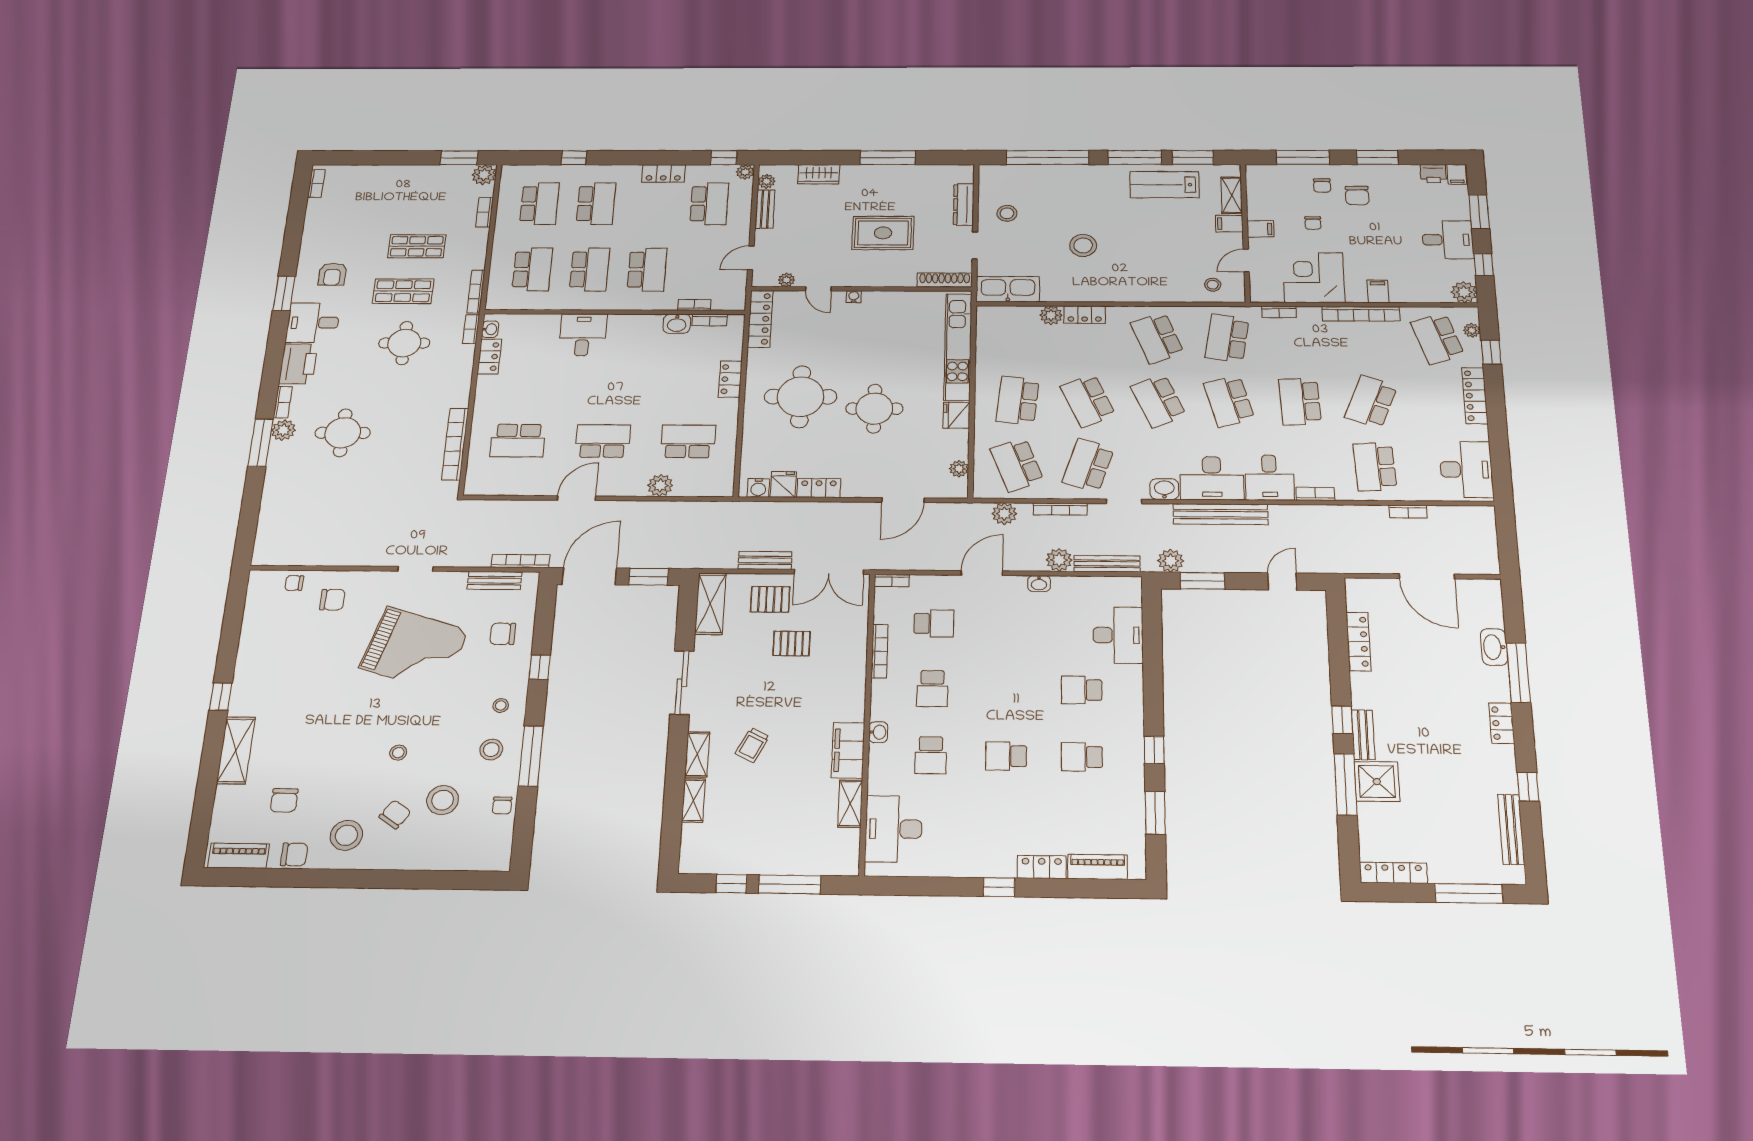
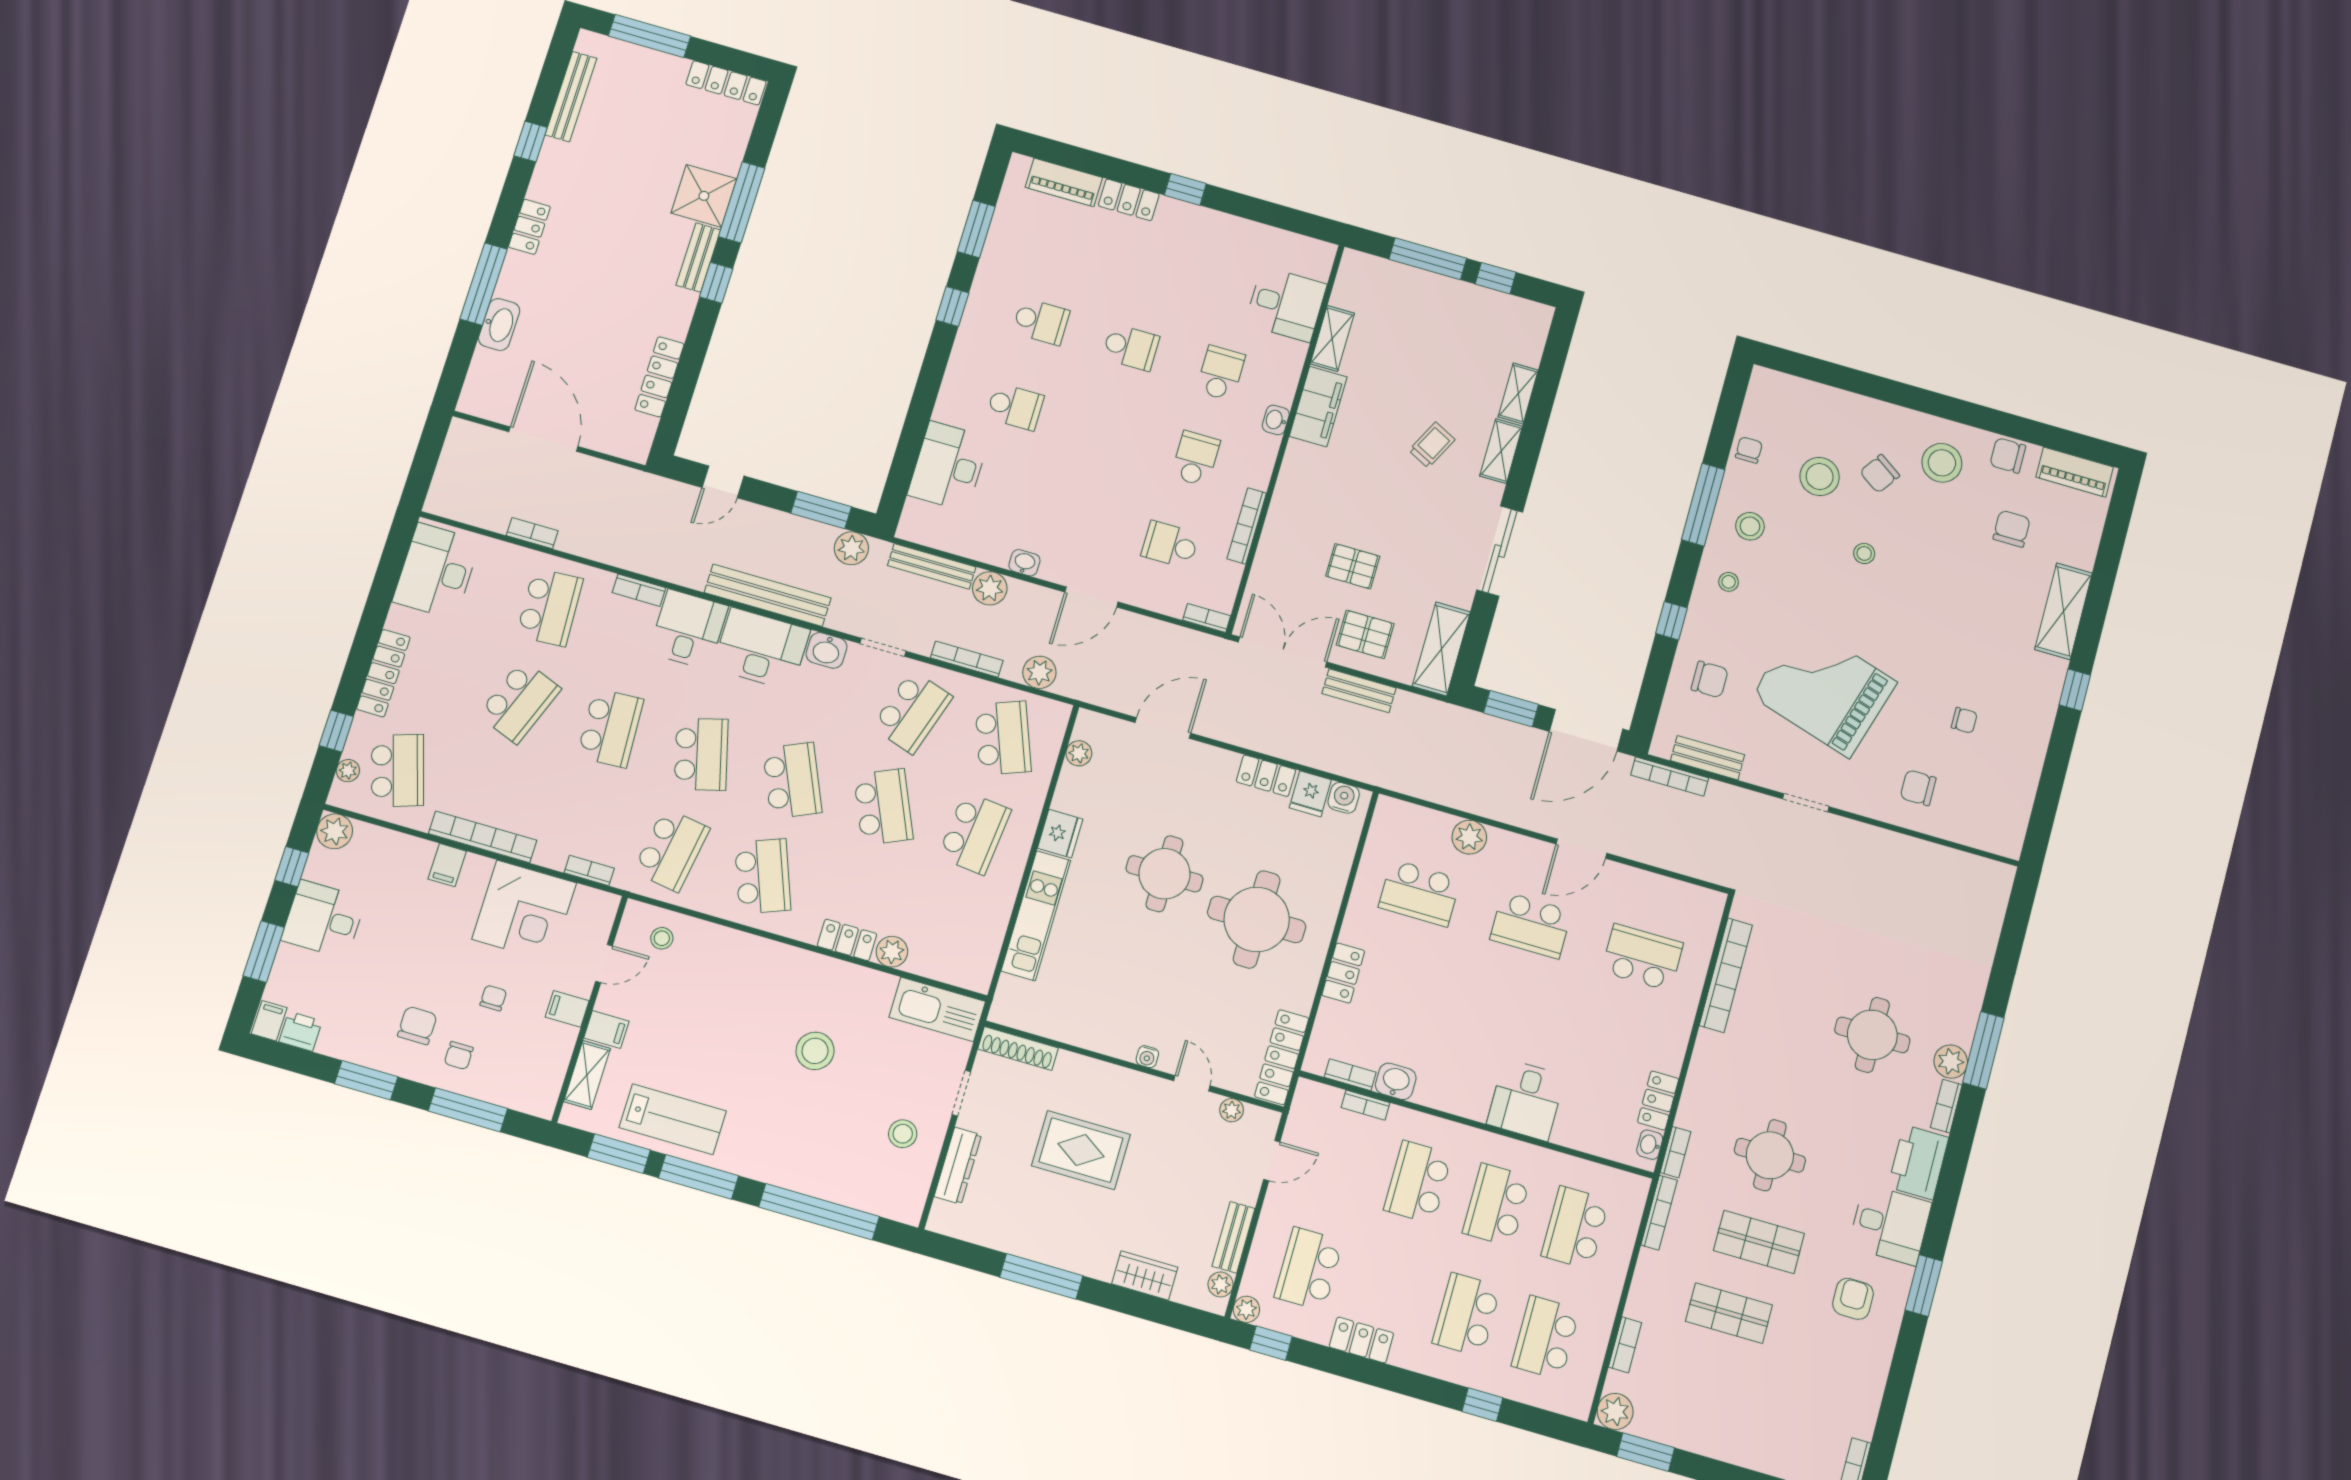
chair: (1322, 185) -> (459, 1056), turned 180
kitchen unit: (958, 347) -> (1036, 916), width x0.73
chair: (294, 583) -> (1964, 720), moved
desk: (894, 829) -> (1286, 304), width x0.73

